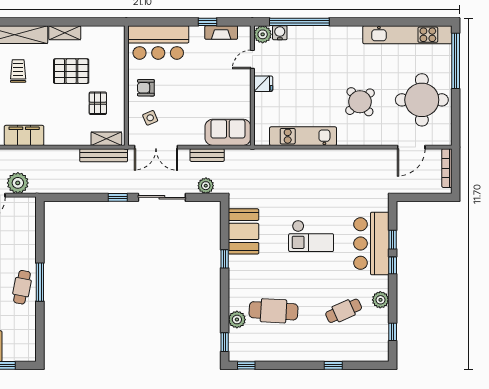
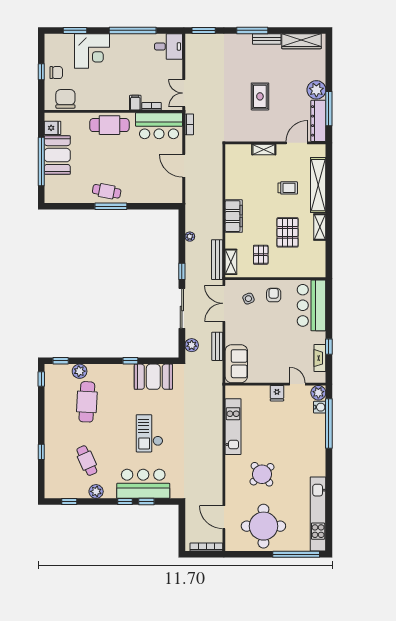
pallet: (98, 103) -> (261, 255), turned 90
filing cabinet: (24, 135) -> (234, 216), moved
plant: (18, 183) -> (190, 237), moved, width x0.53, depth x0.53

